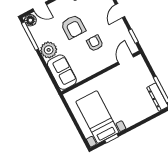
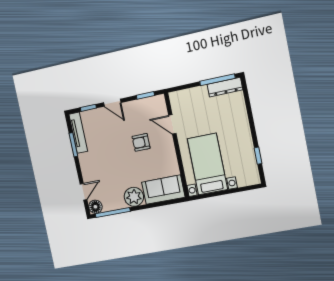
armchair: (73, 27) -> (116, 161), removed
door: (126, 59) -> (172, 124), moved
bed with nightstands: (97, 117) -> (207, 164), moved, turned 90

